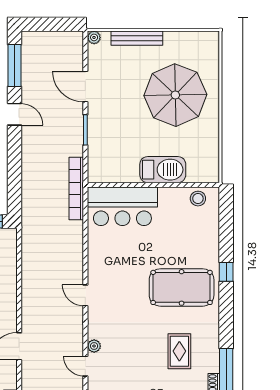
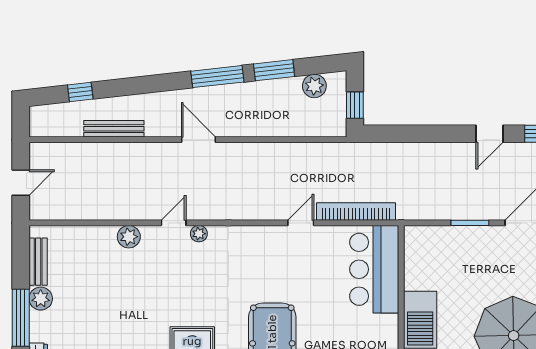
bookcase: (76, 188) -> (356, 211), moved
door: (85, 295) -> (301, 223), moved

